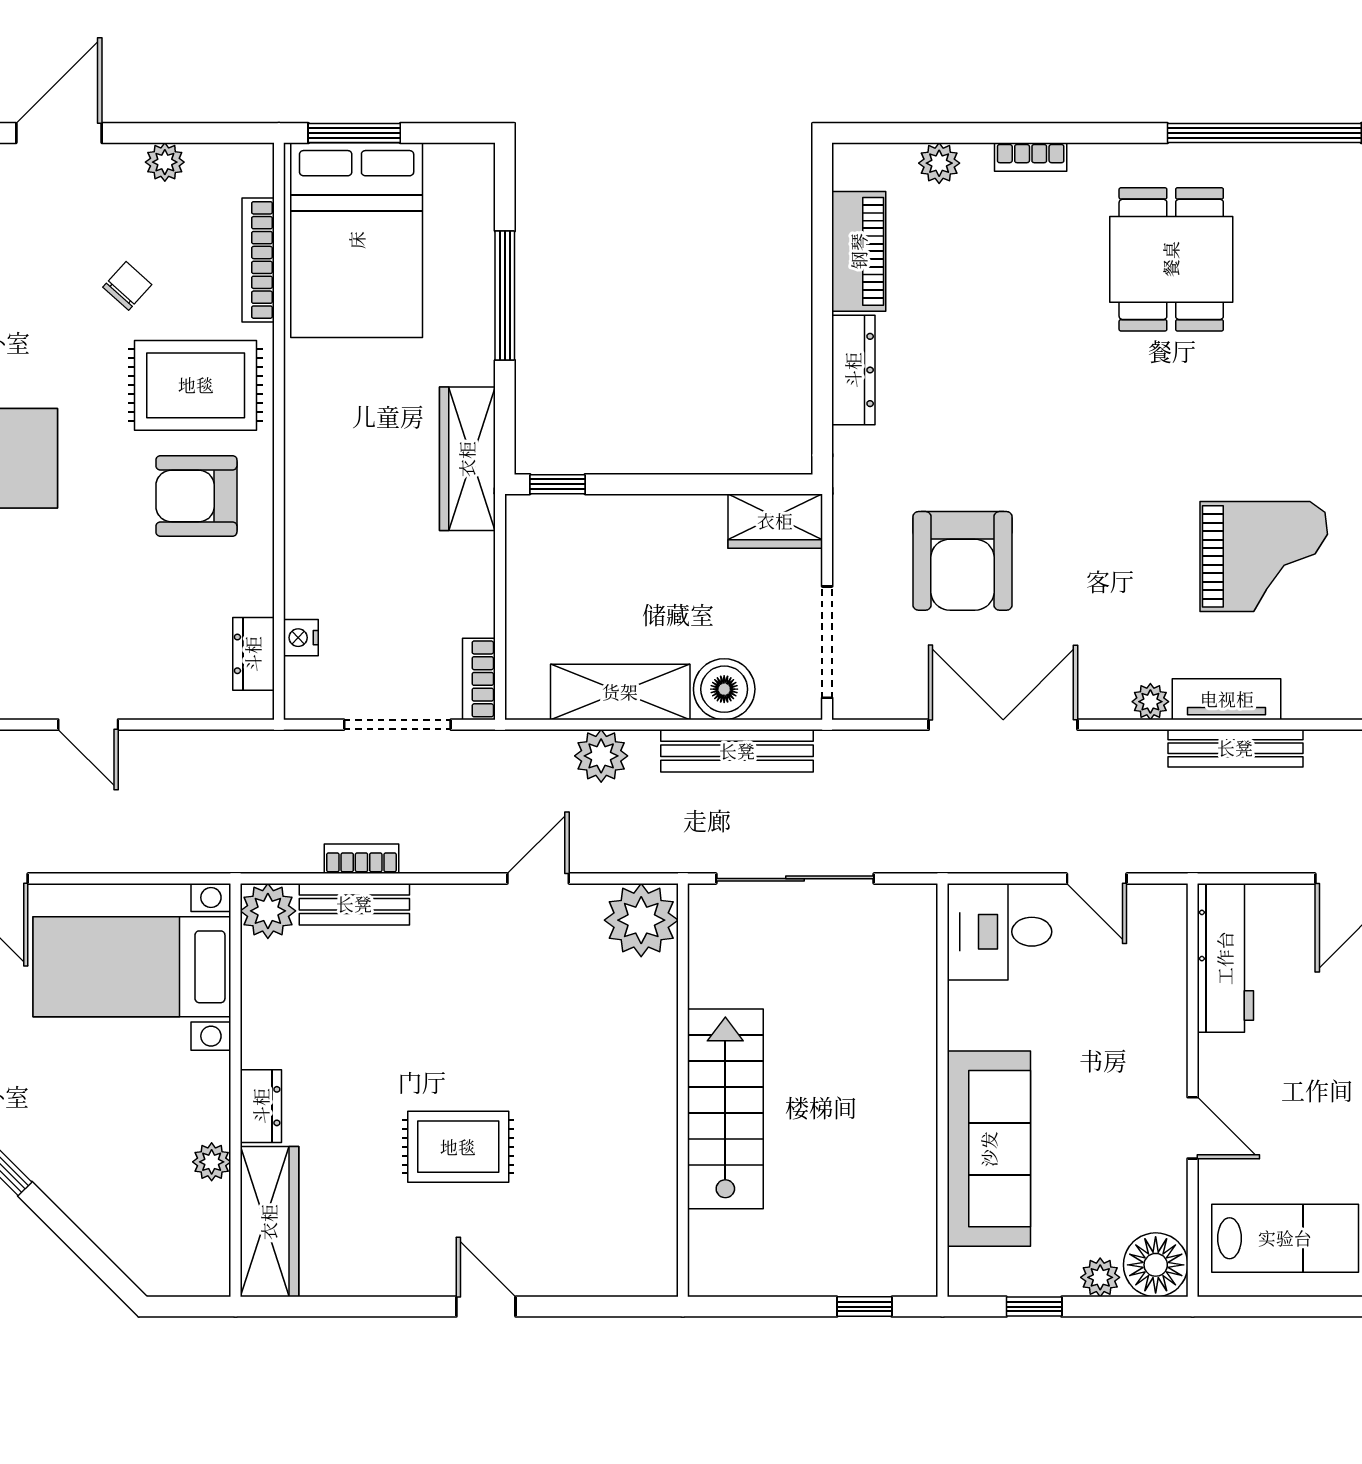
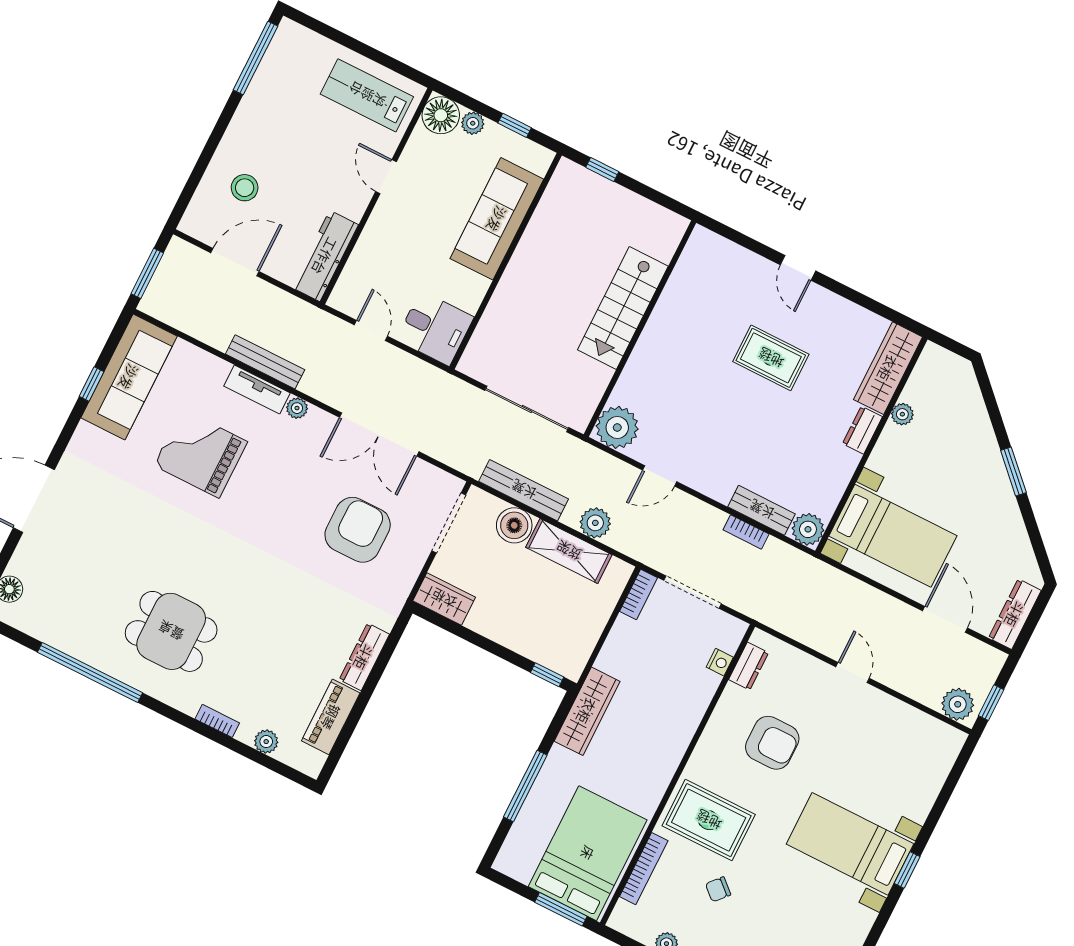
dining table: (1171, 259) -> (171, 631), turned 90
armchair: (196, 496) -> (772, 743), moved

